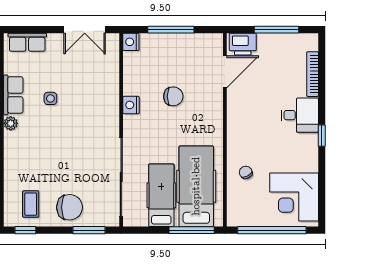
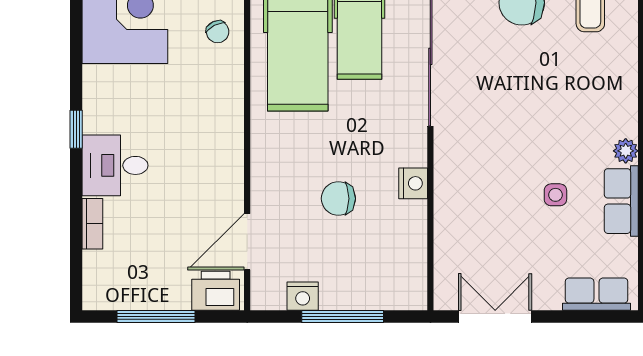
nightstand: (131, 42) -> (303, 296), moved, turned 90
bookcase: (313, 74) -> (92, 224), width x0.64
chair: (246, 172) -> (218, 32), moved

